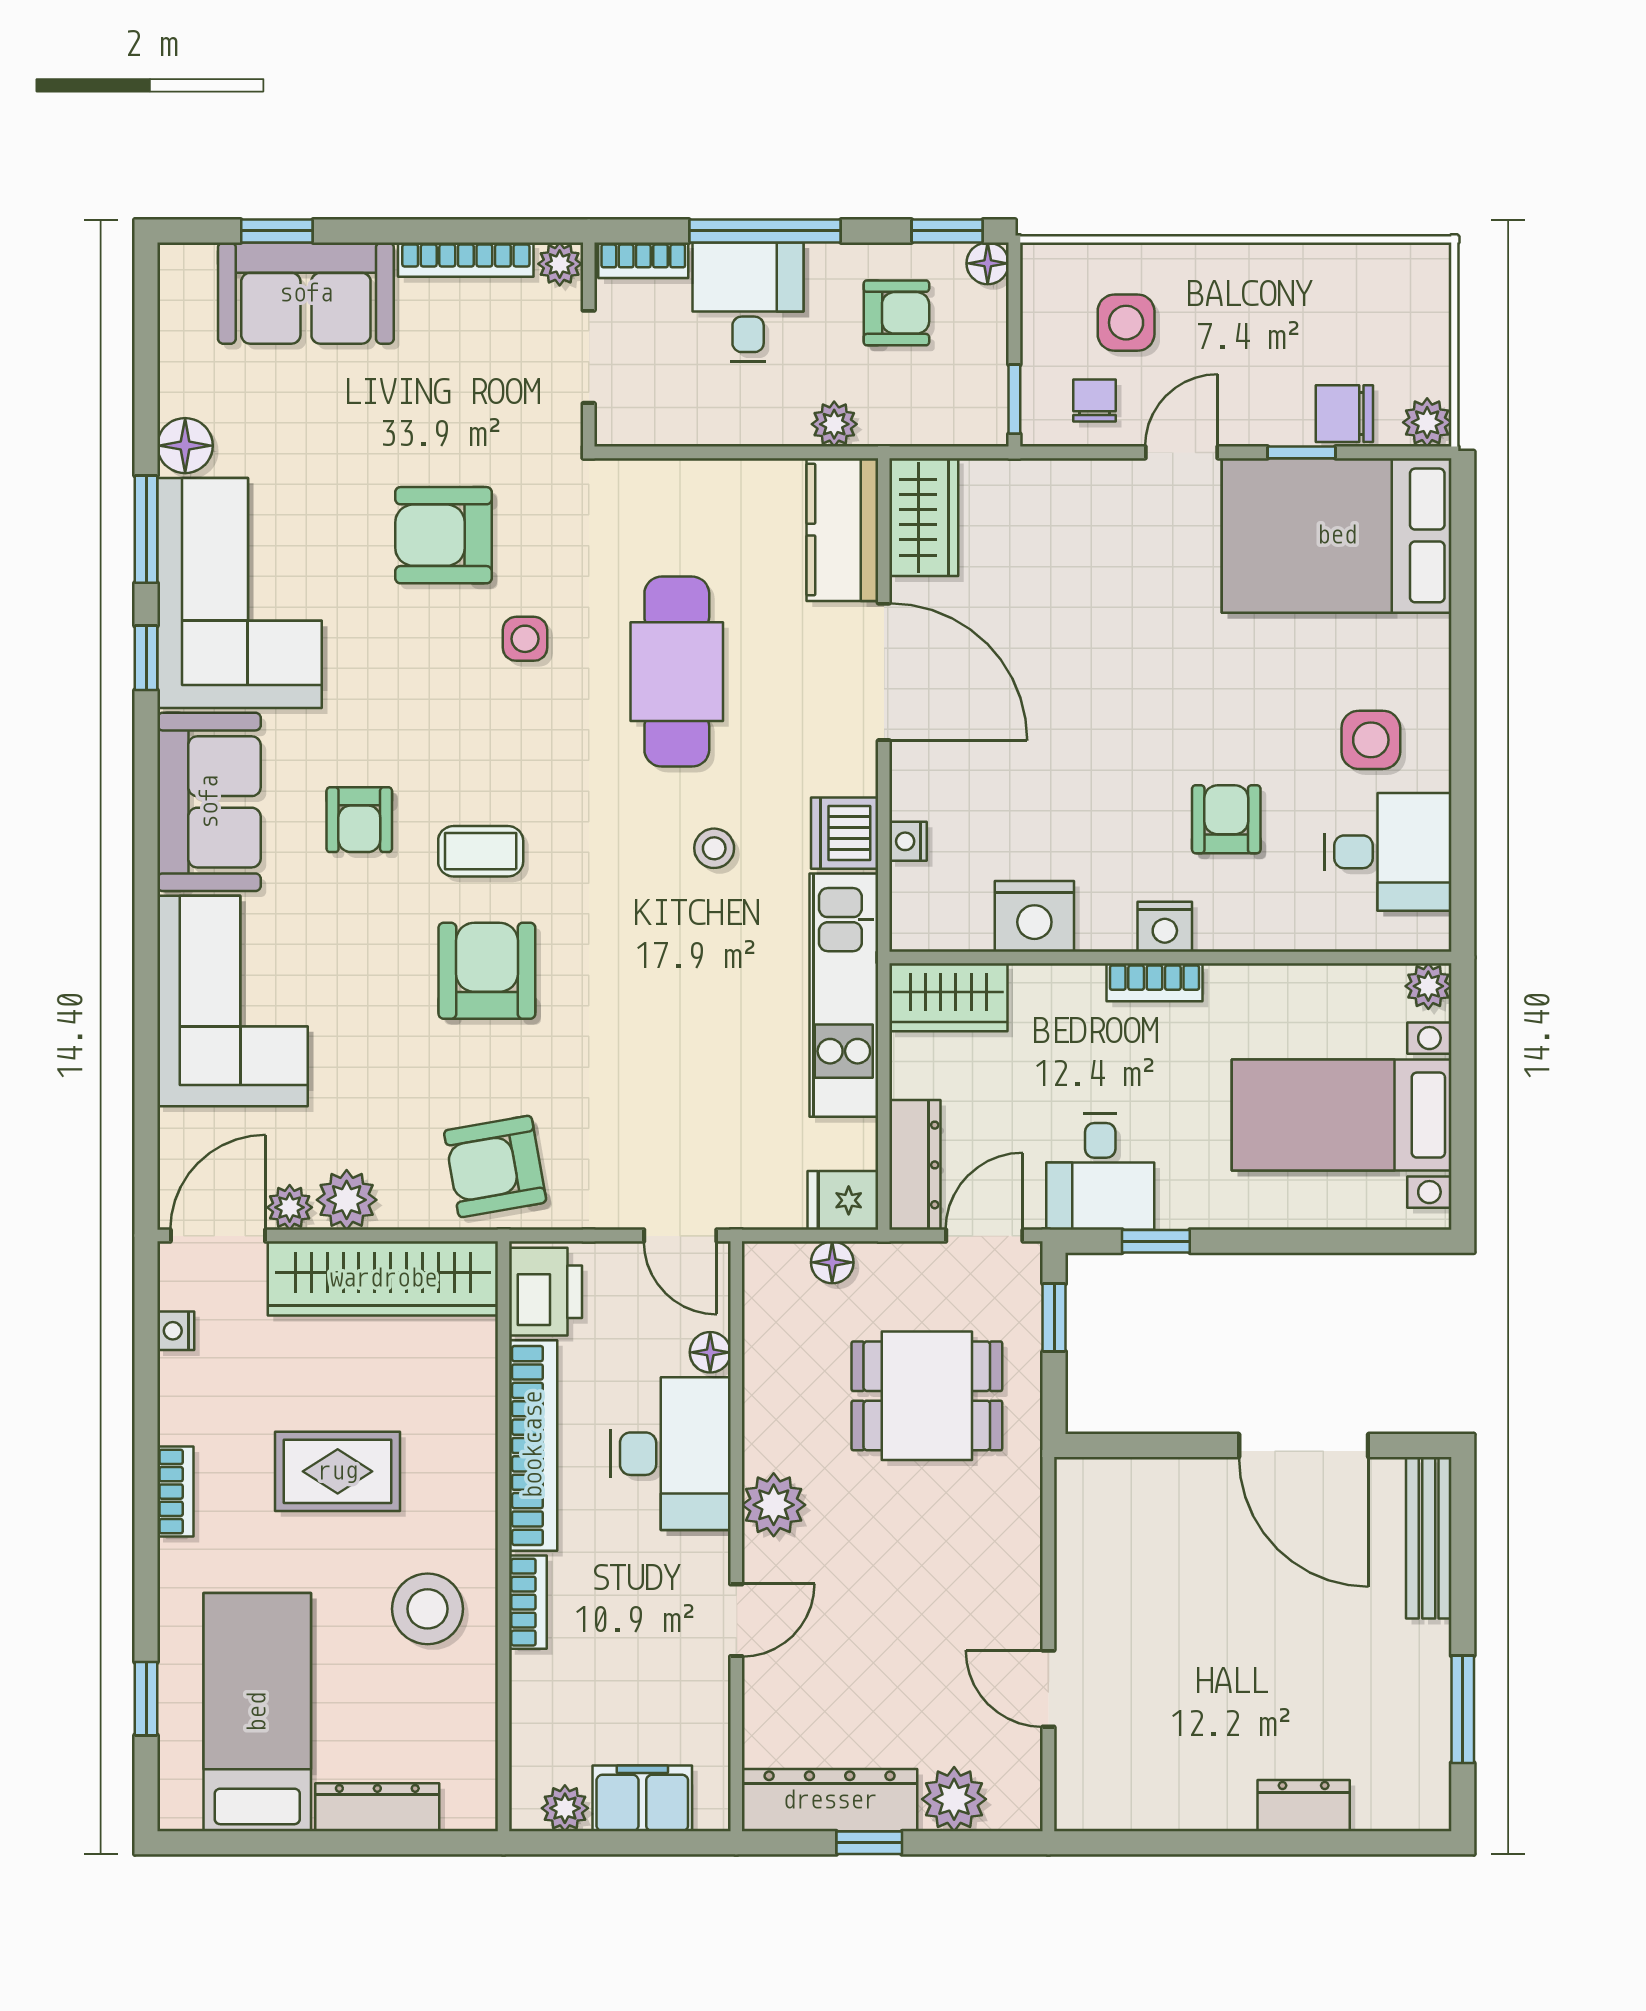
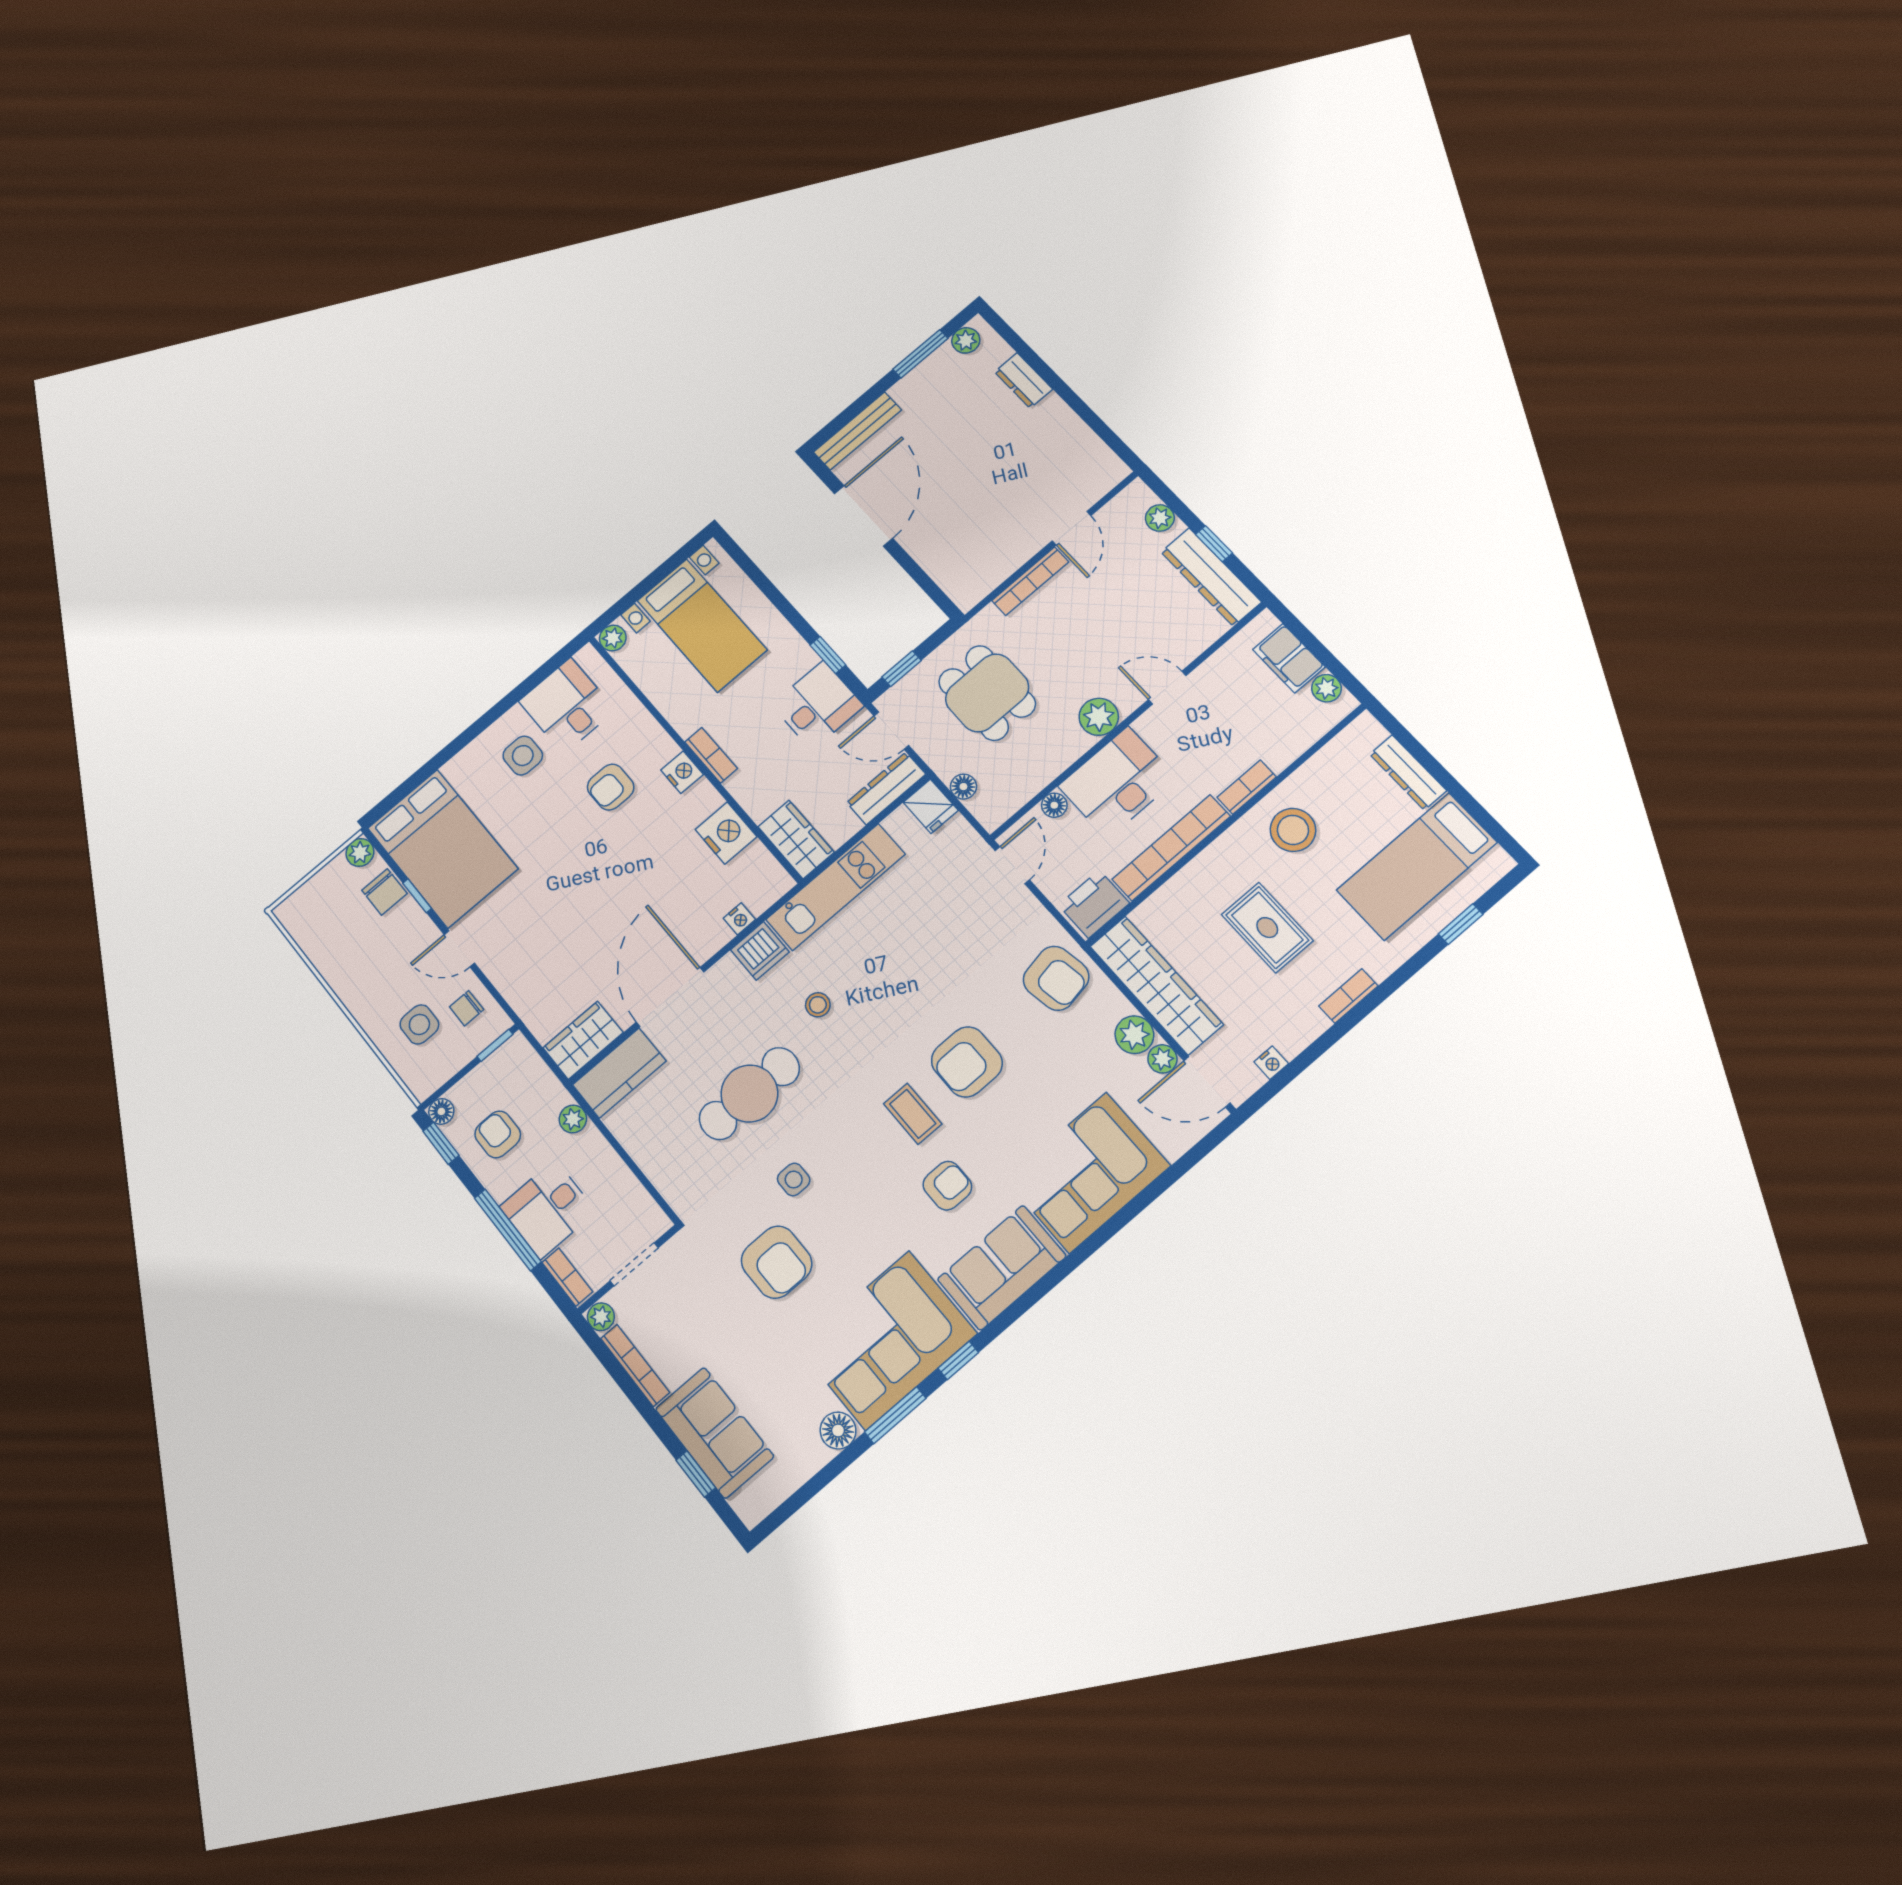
bookcase: (1025, 1576) -> (1030, 581), added
plant: (1428, 1783) -> (966, 340), added
plant: (954, 1799) -> (1160, 518), width x0.73, depth x0.73

